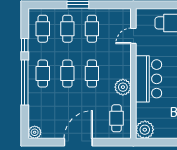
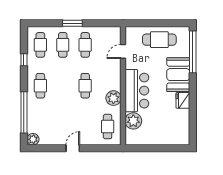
cafe table: (67, 74) -> (63, 86), removed
window: (25, 82) -> (24, 112), moved
plant: (145, 130) -> (133, 121), moved
door: (78, 142) -> (73, 148), width x0.53

